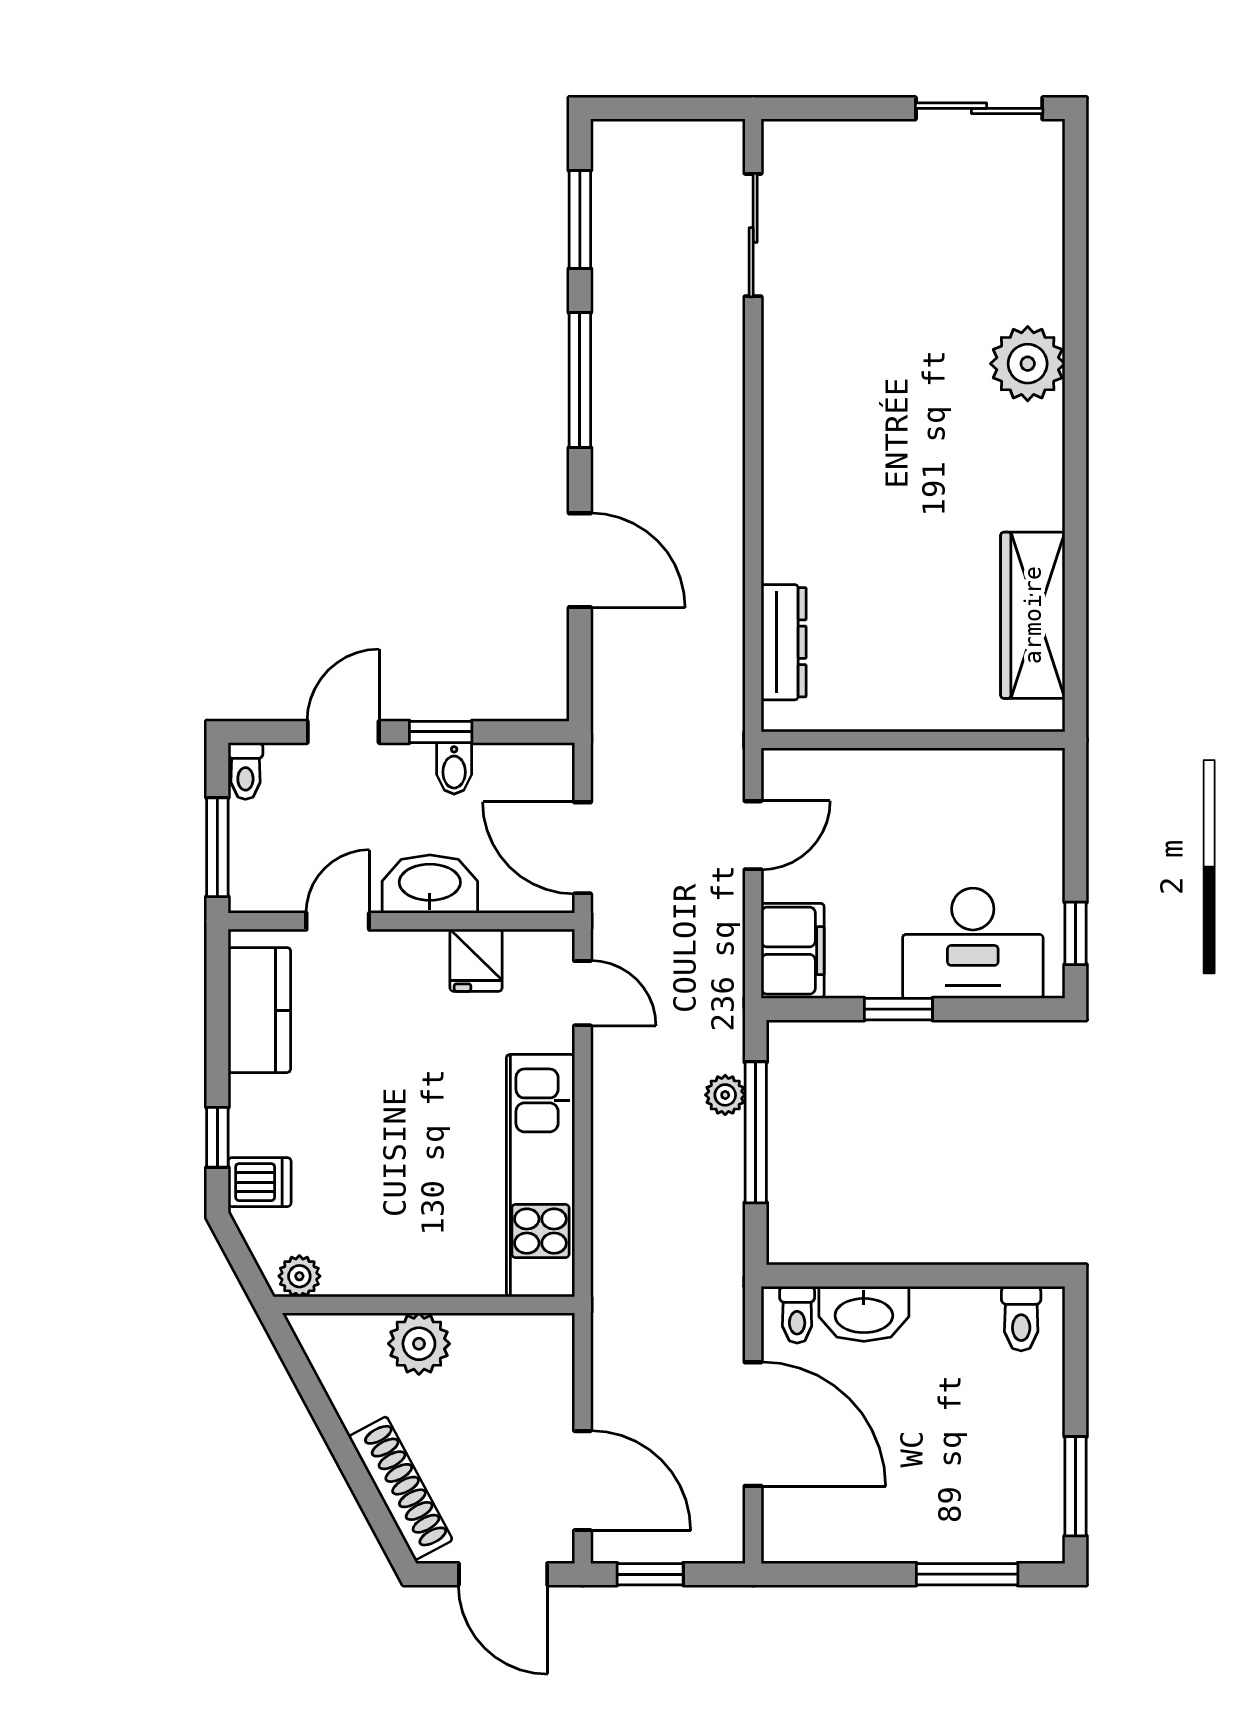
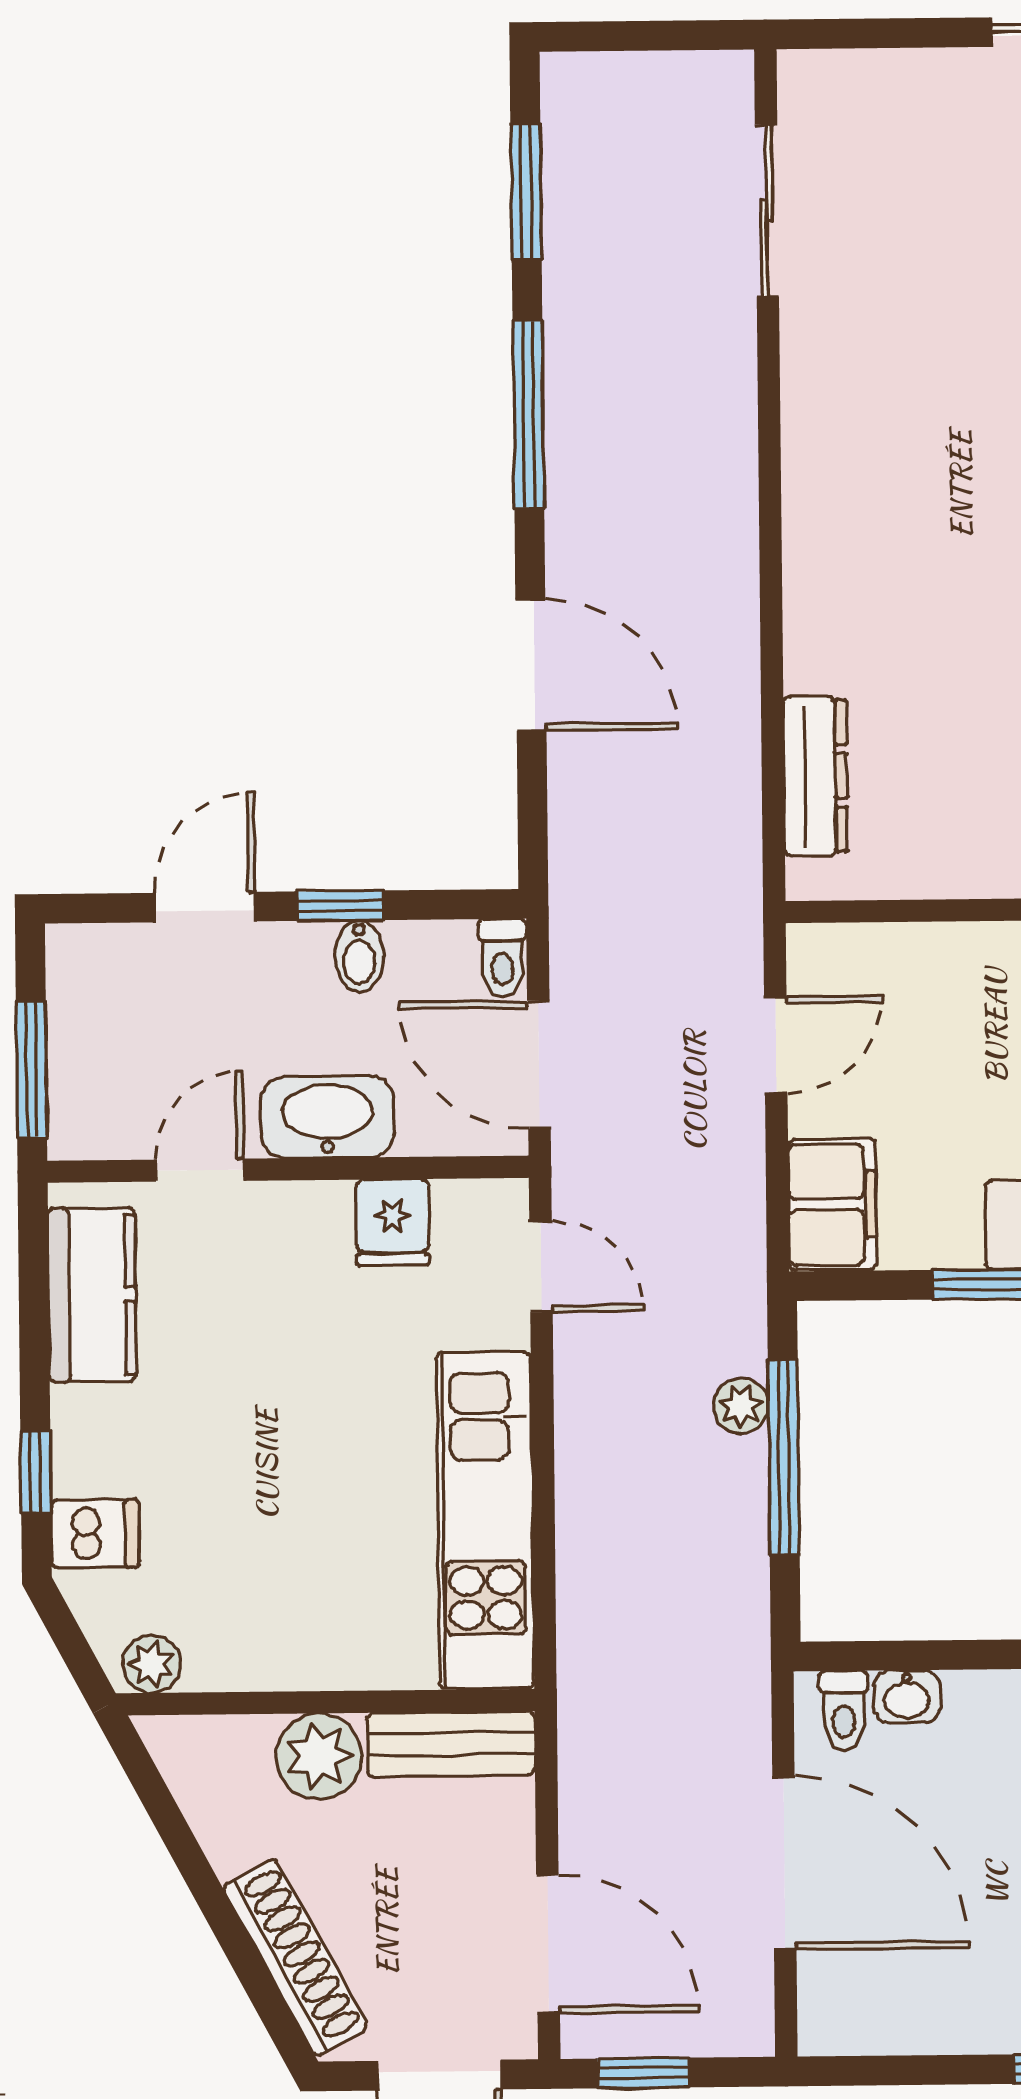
toilet: (245, 771) -> (502, 958), moved
washbasin: (864, 1314) -> (907, 1697), width x0.52, depth x0.69
bench: (514, 1336) -> (451, 1744), added

